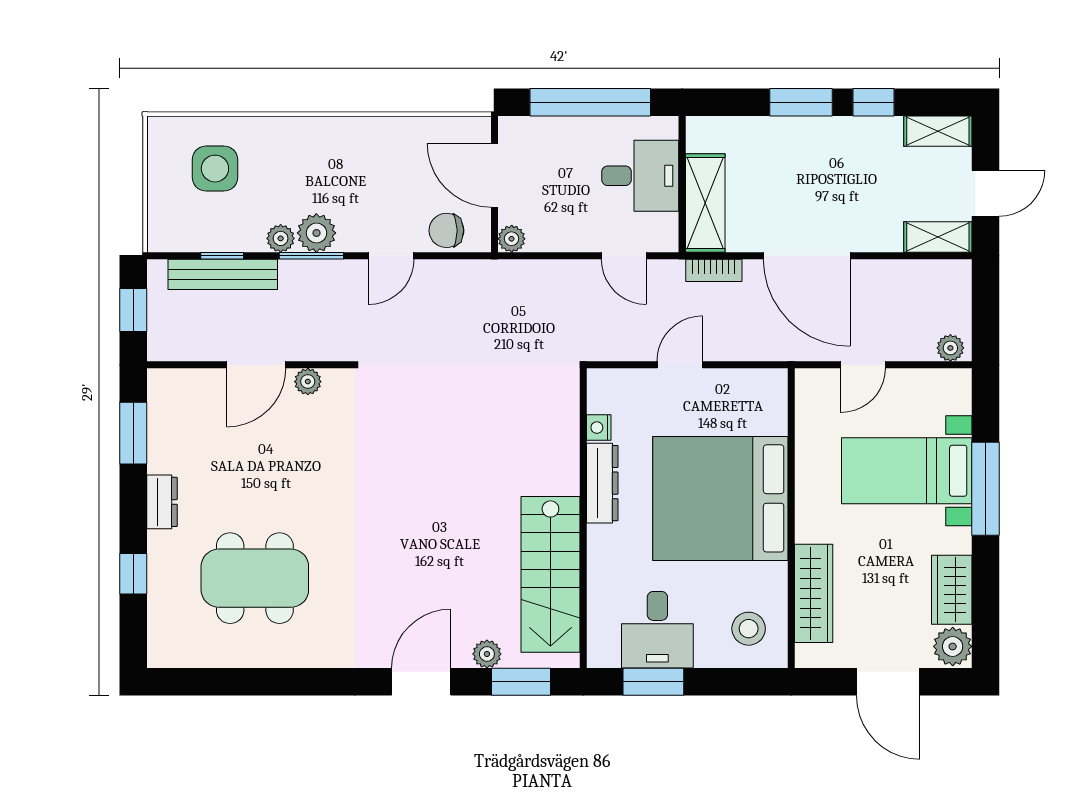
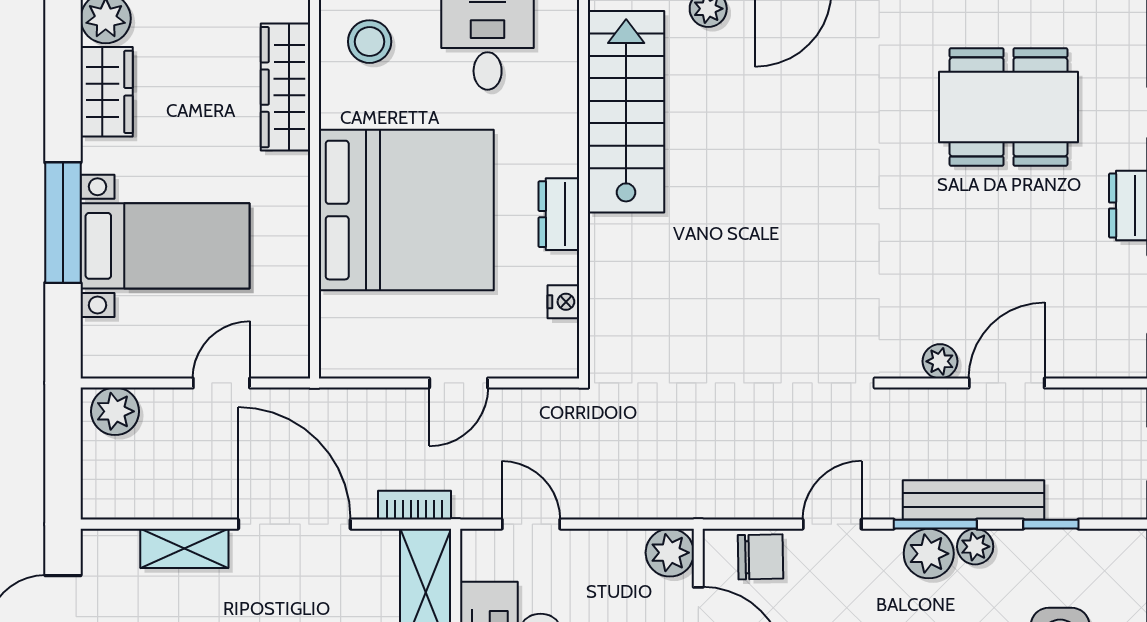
shelving: (938, 237) -> (184, 548), moved
plant: (512, 239) -> (670, 553), width x1.38, depth x1.38
bench: (223, 274) -> (974, 500), moved
plant: (950, 348) -> (115, 411), width x1.38, depth x1.38
dresser: (602, 483) -> (559, 214), width x0.70

